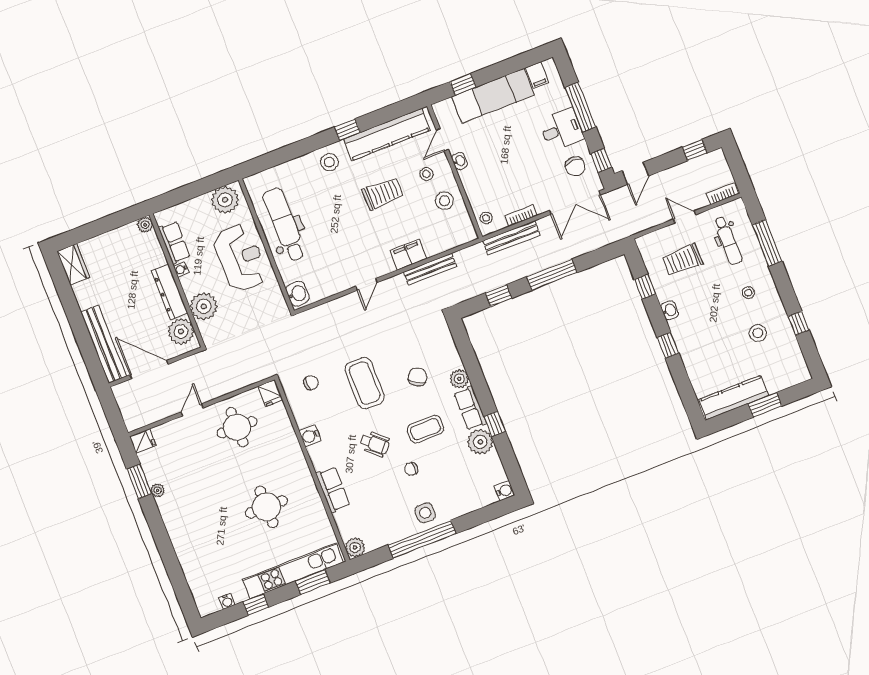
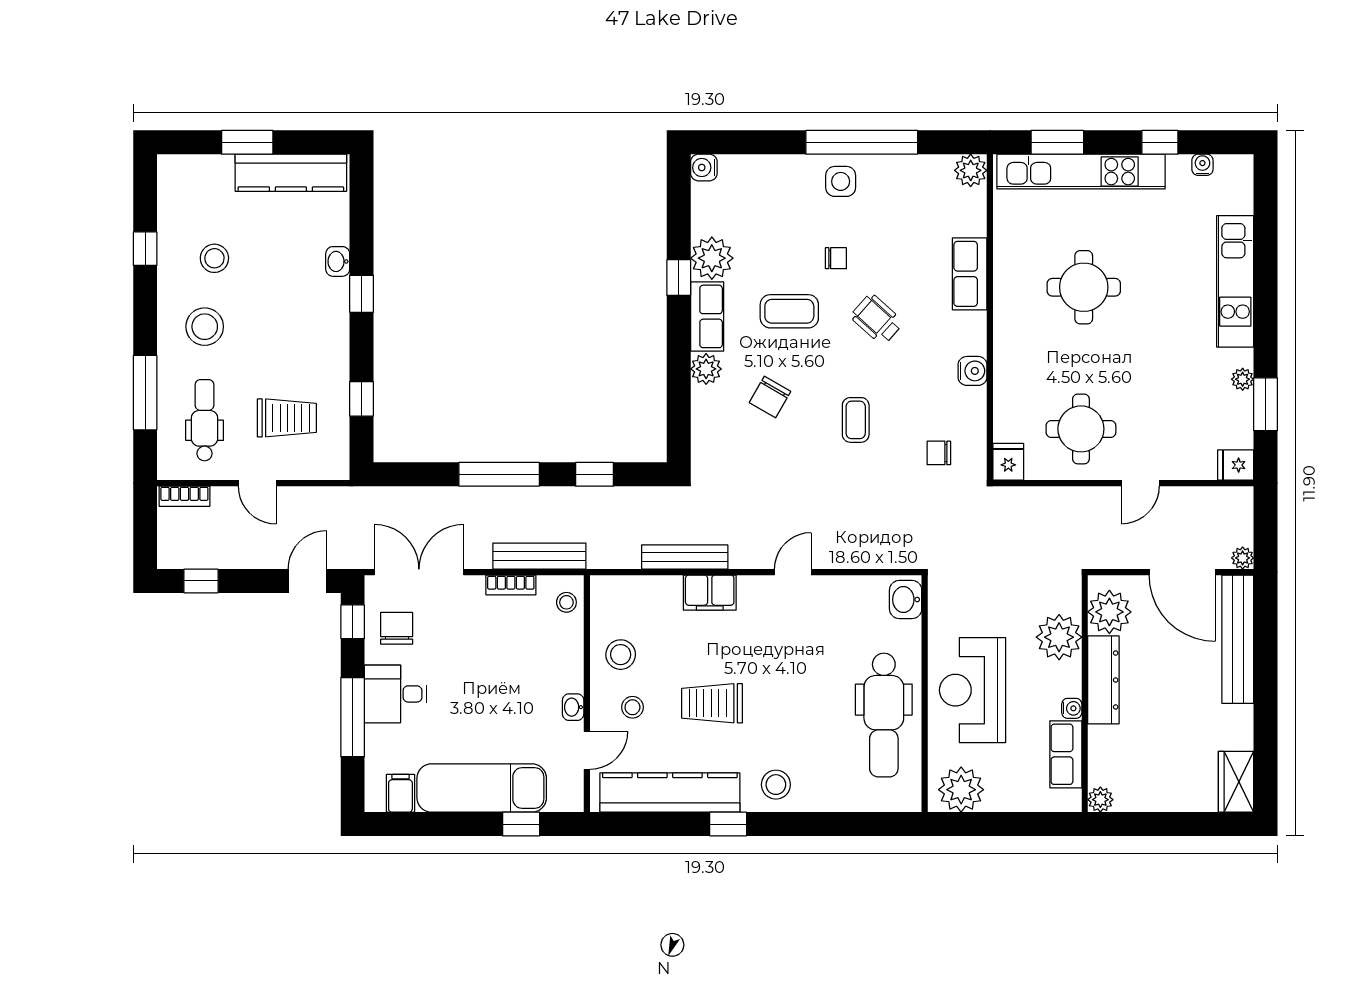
stool: (748, 293) -> (205, 327), width x1.89, depth x1.89
washbasin: (670, 310) -> (338, 261), moved
coffee table: (365, 383) -> (856, 420), width x0.54, depth x0.58
plant: (119, 391) -> (1243, 558), added
kitchen unit: (183, 543) -> (1235, 281), added

